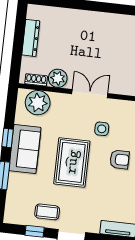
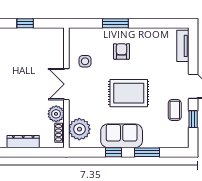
side table: (102, 129) -> (85, 61), moved

